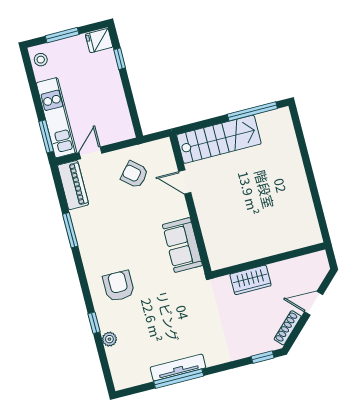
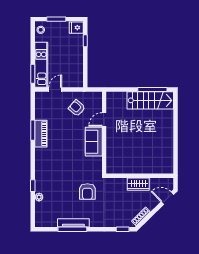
stairs: (219, 139) -> (150, 100), moved
door: (185, 182) -> (104, 119), hinge flipped
piano: (73, 185) -> (41, 134), moved
sofa: (182, 245) -> (94, 142), moved
wardrobe: (251, 280) -> (138, 184), moved
armchair: (119, 286) -> (87, 192), moved, turned 180
door: (314, 303) -> (167, 198), moved

